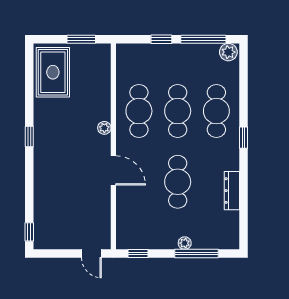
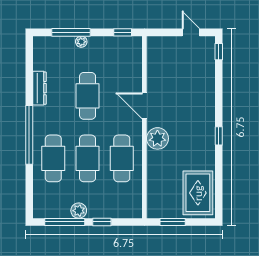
plant: (228, 52) -> (79, 211), moved
plant: (104, 128) -> (157, 138), width x1.87, depth x1.87
window: (244, 138) -> (29, 135), width x3.17
door: (91, 254) -> (191, 32), moved

